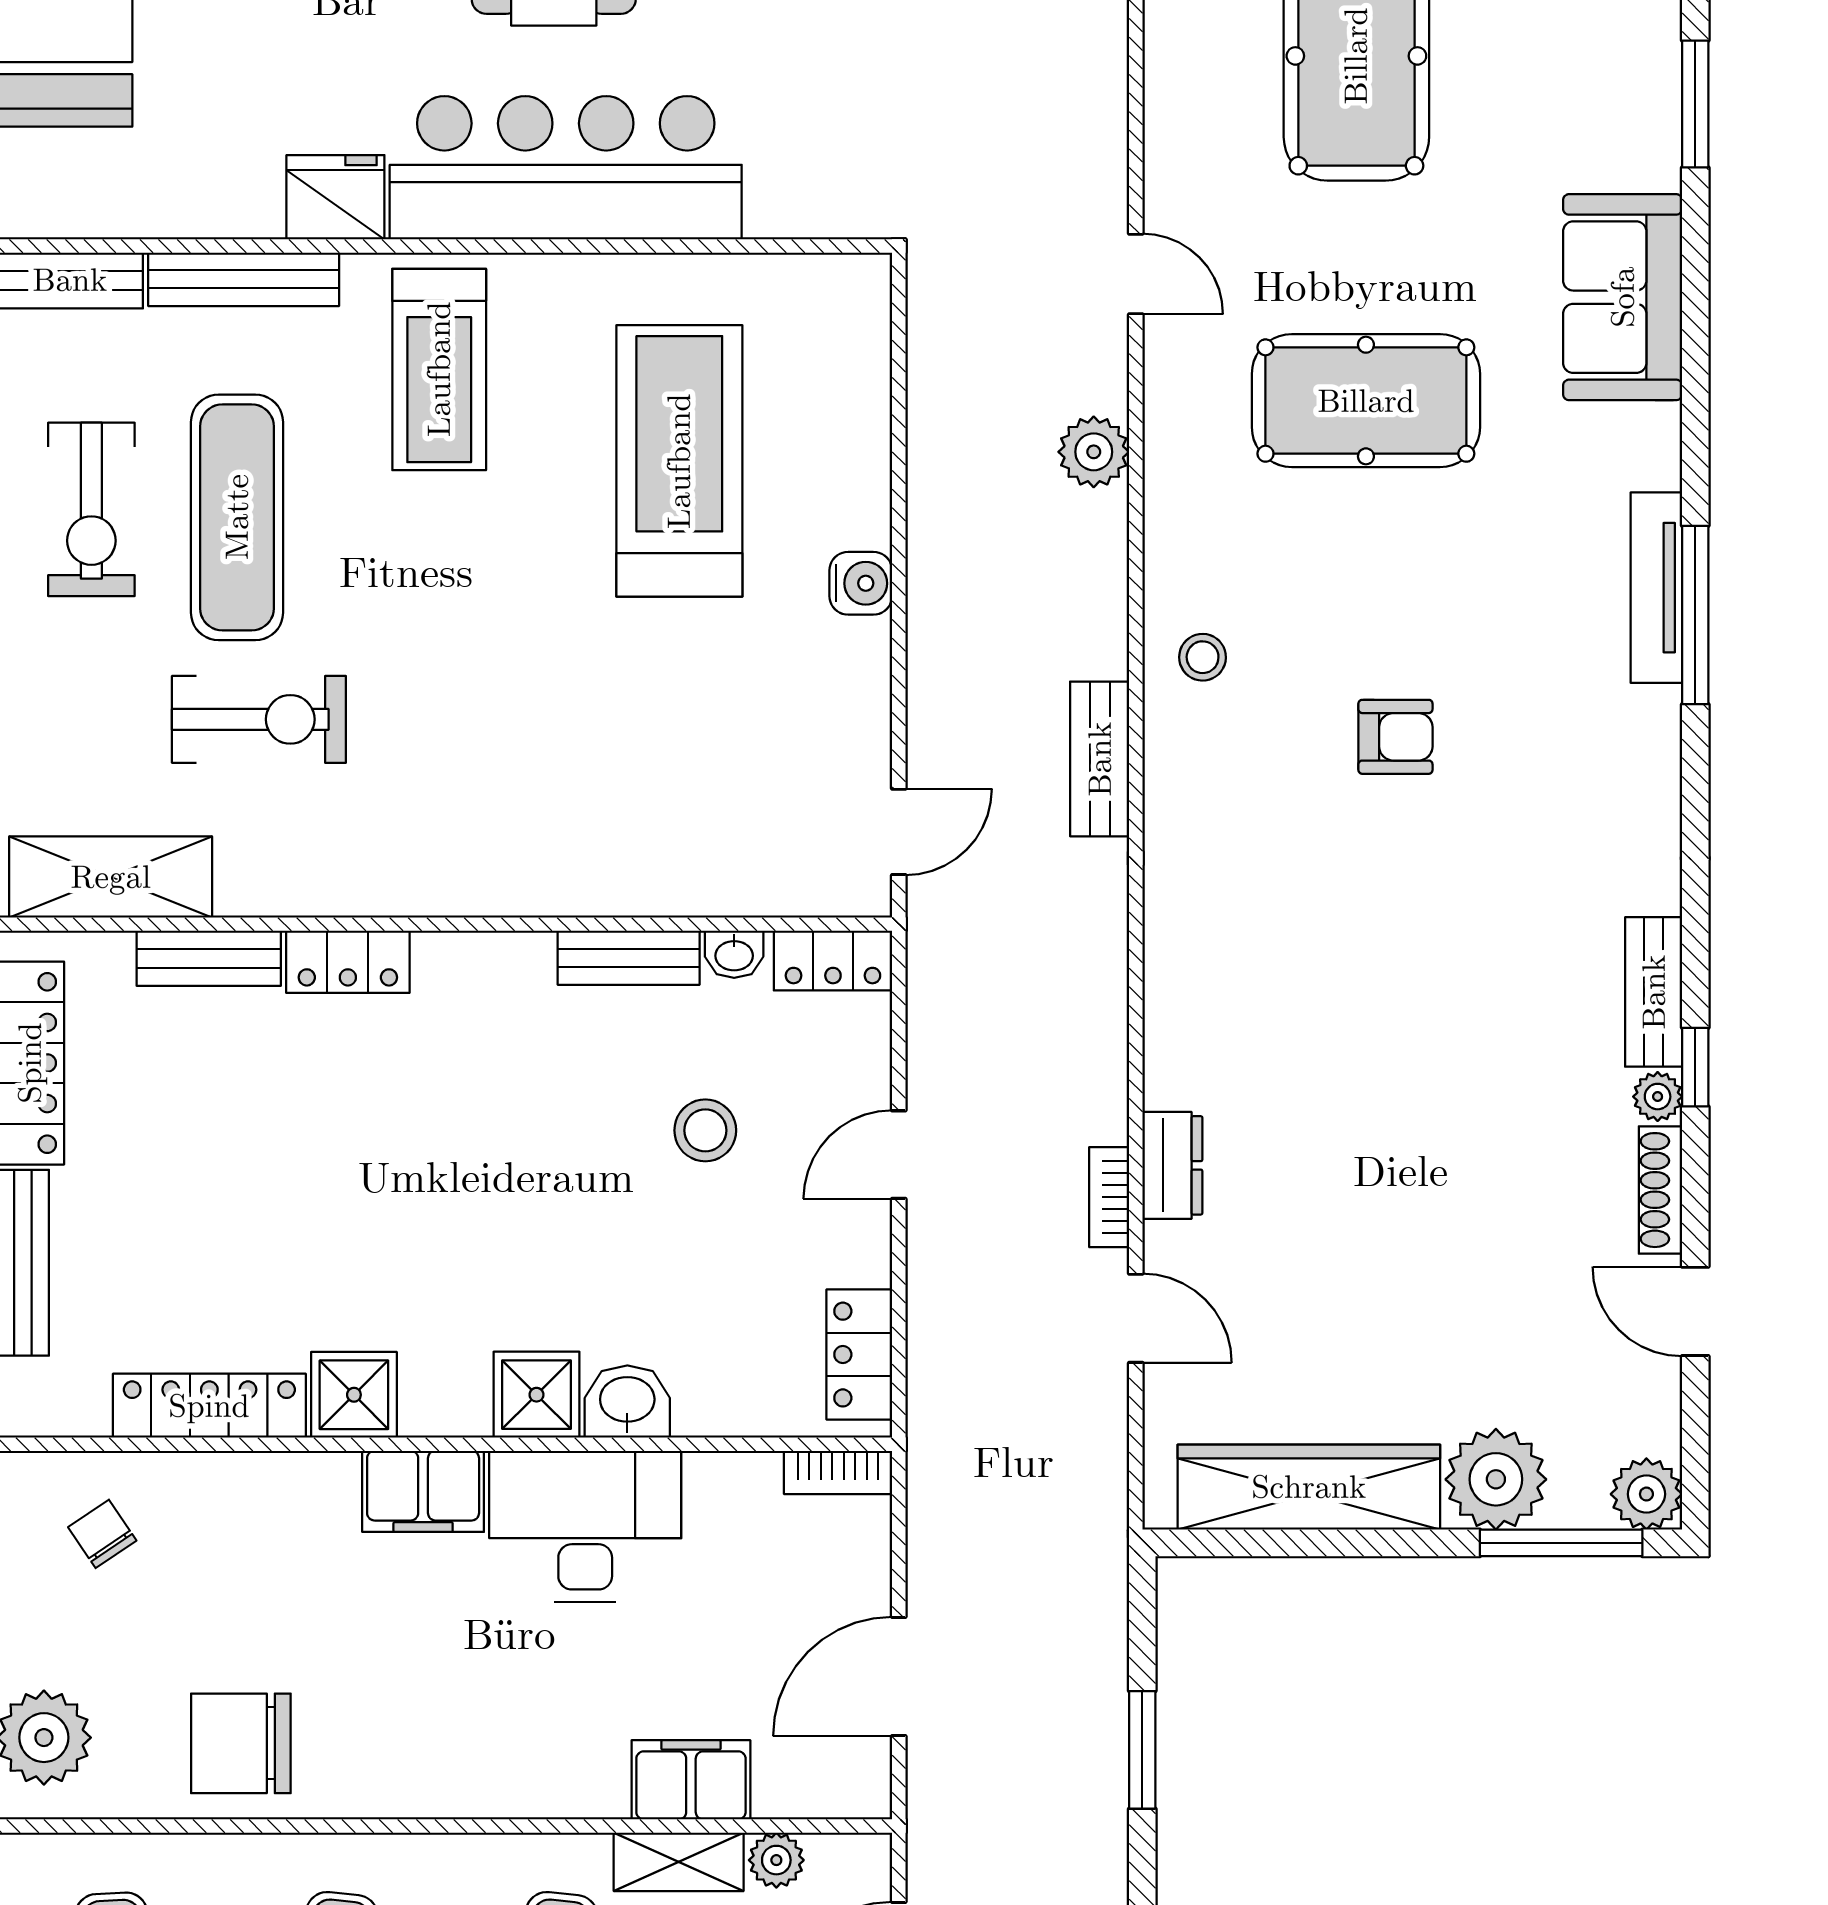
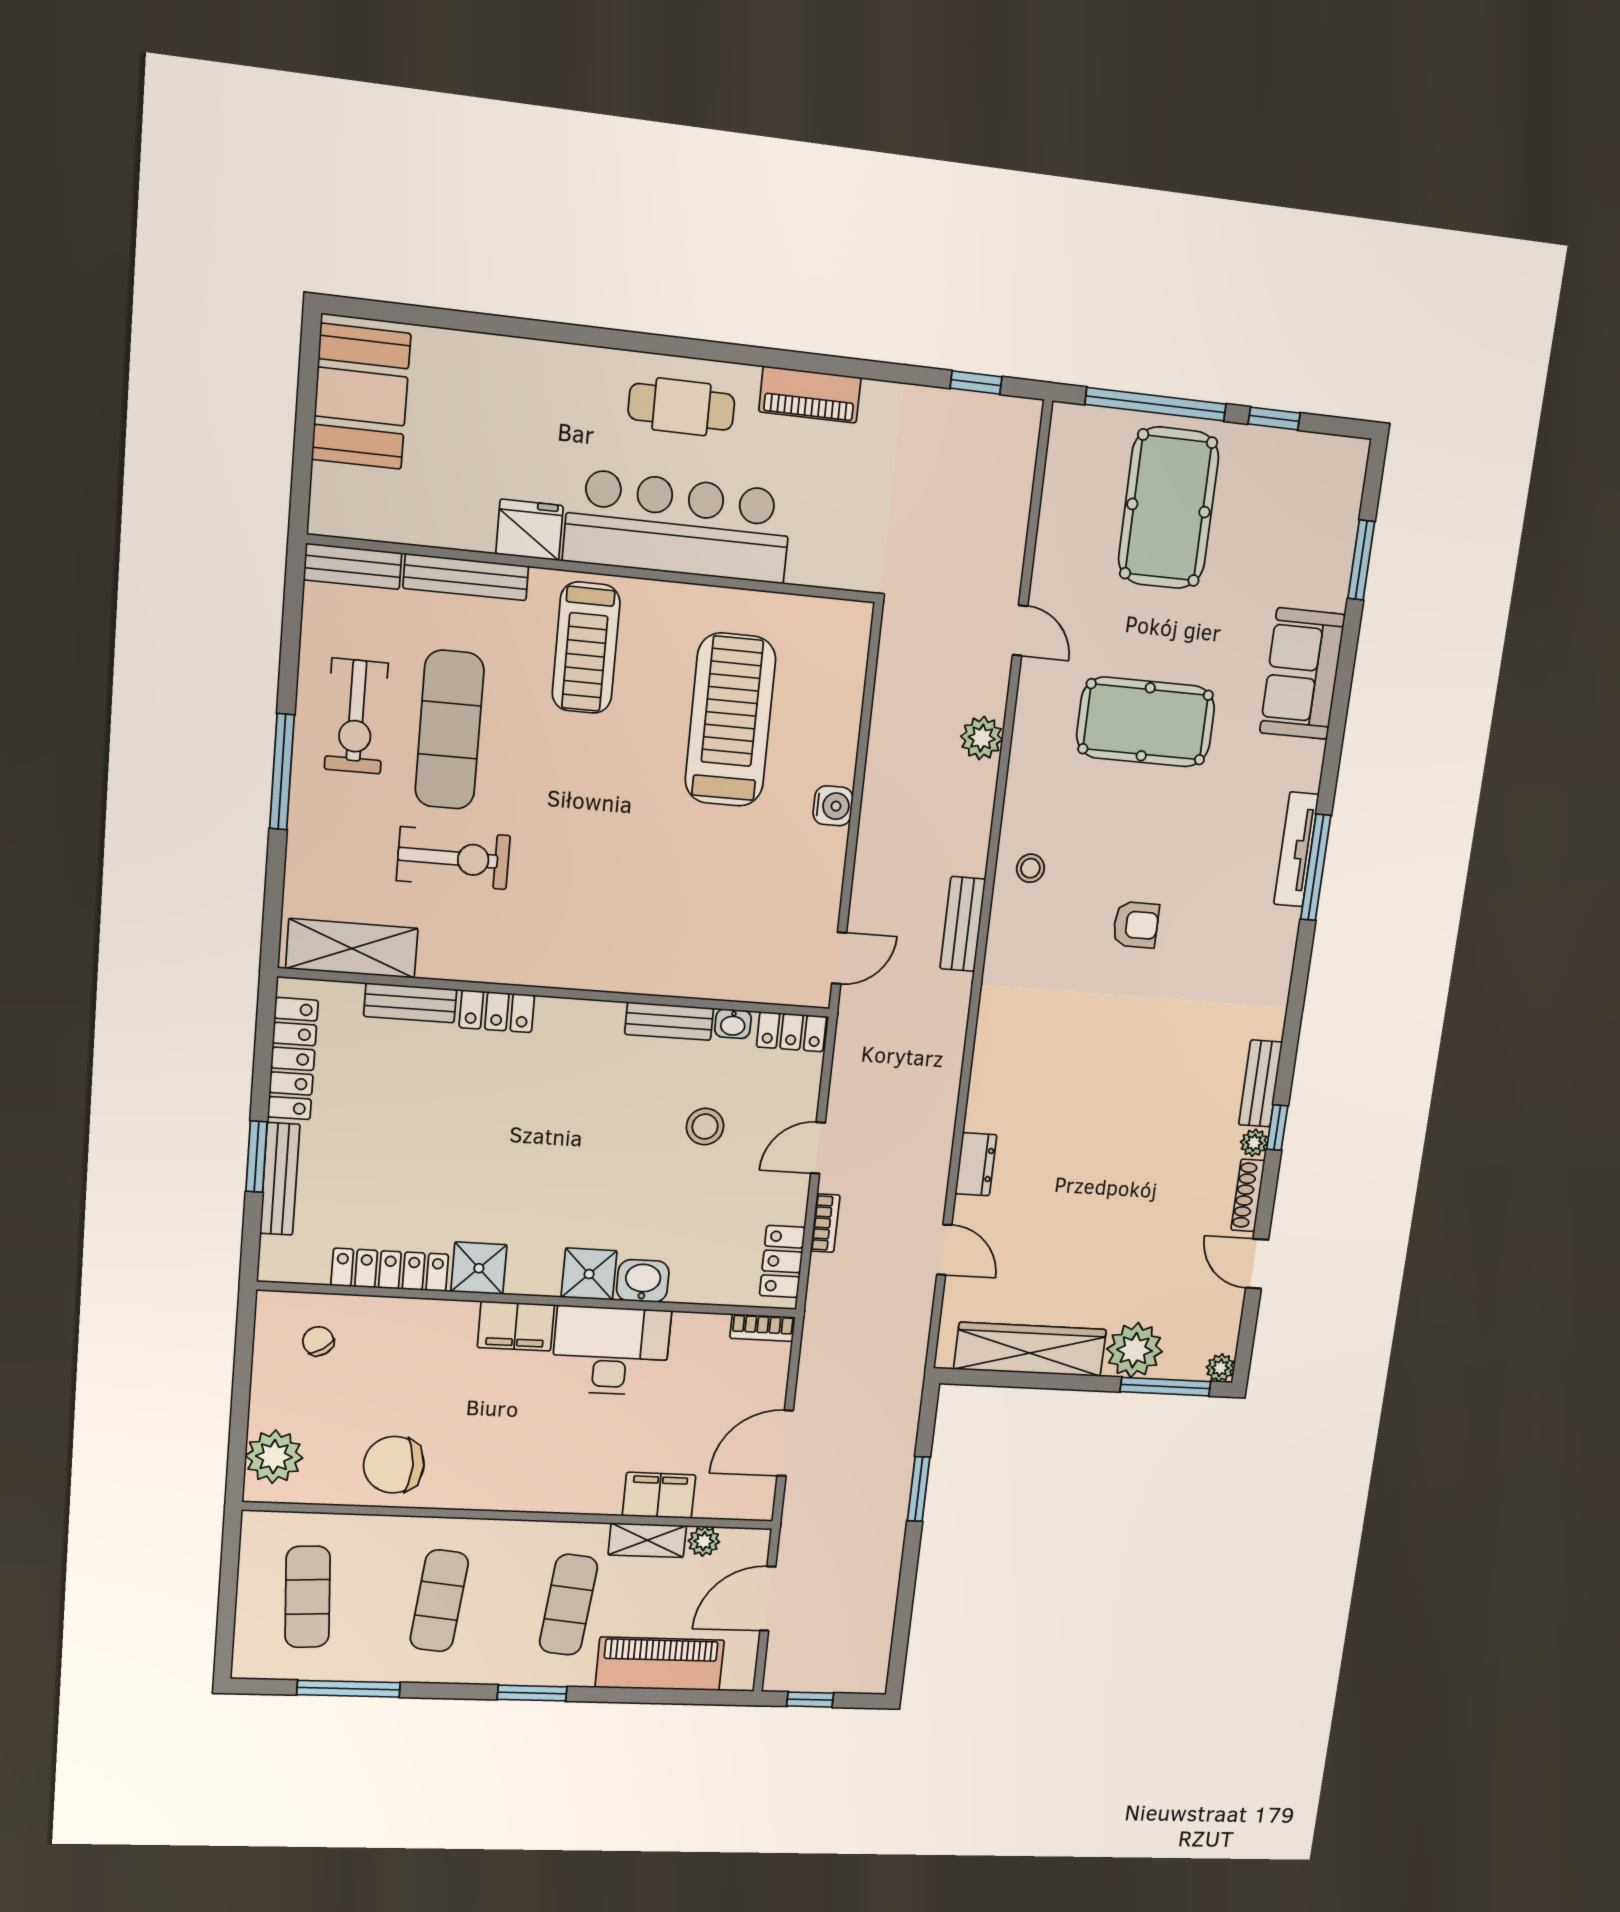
bookcase: (1109, 1197) -> (825, 1223), moved, turned 180
plant: (1646, 1494) -> (1220, 1368), width x0.73, depth x0.73

